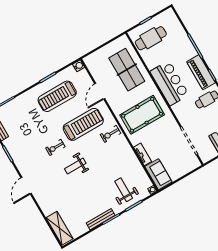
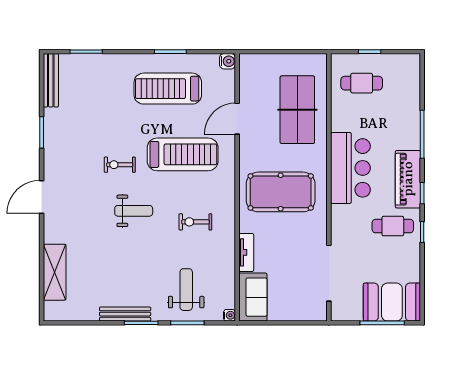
cafe table: (151, 38) -> (362, 83), width x0.73, depth x0.74
exercise bike: (110, 134) -> (195, 222), moved
weight bench: (75, 166) -> (134, 211), turned 180
shelving: (59, 228) -> (55, 272), moved

